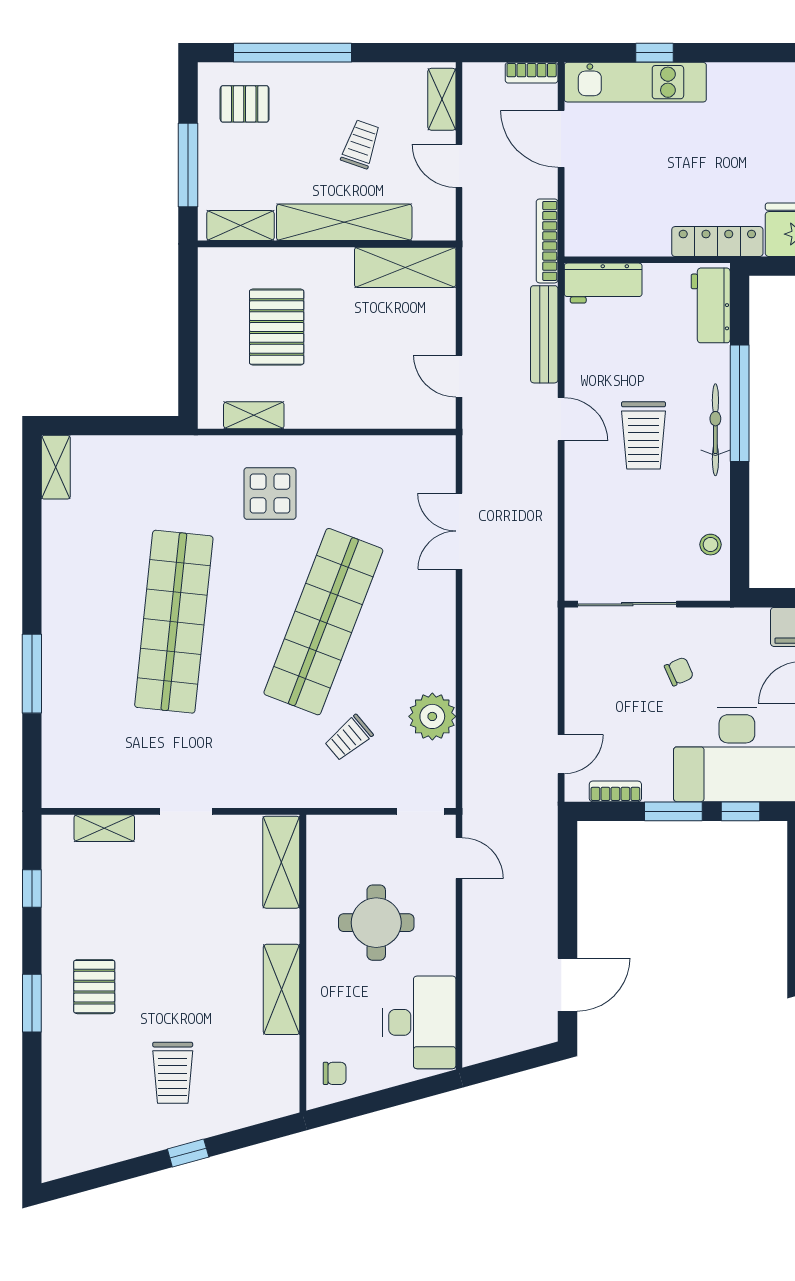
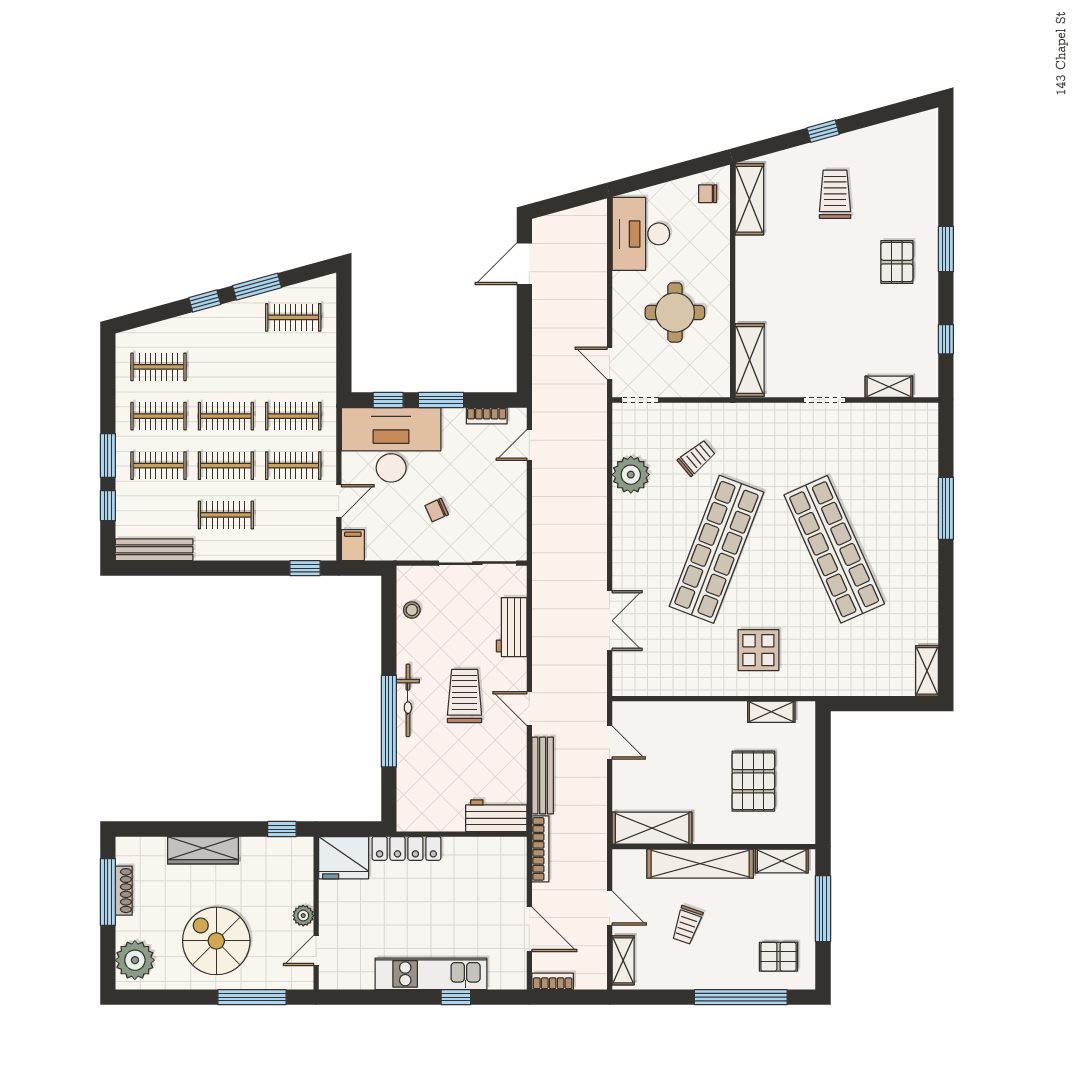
kitchen unit: (635, 82) -> (431, 974), moved
workbench: (711, 305) -> (512, 627), moved, turned 180
shop shelf: (174, 622) -> (834, 549), turned -30
shelving: (282, 989) -> (749, 199), moved

